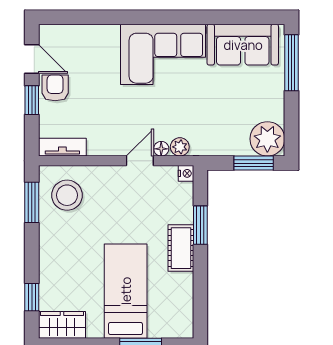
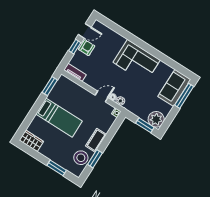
sofa: (243, 45) -> (174, 88), moved, turned 90
door: (32, 59) -> (85, 31), hinge flipped
stool: (67, 195) -> (81, 158), moved
window: (200, 225) -> (95, 159), moved
bed: (126, 291) -> (59, 118), moved, turned 90
window: (32, 297) -> (26, 123), removed

